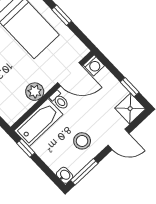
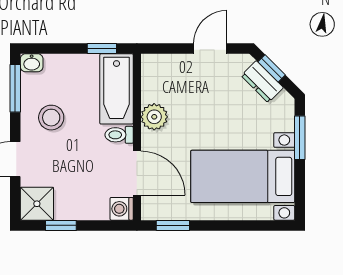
window: (62, 15) -> (173, 225), moved
door: (70, 74) -> (137, 173), swing flipped

